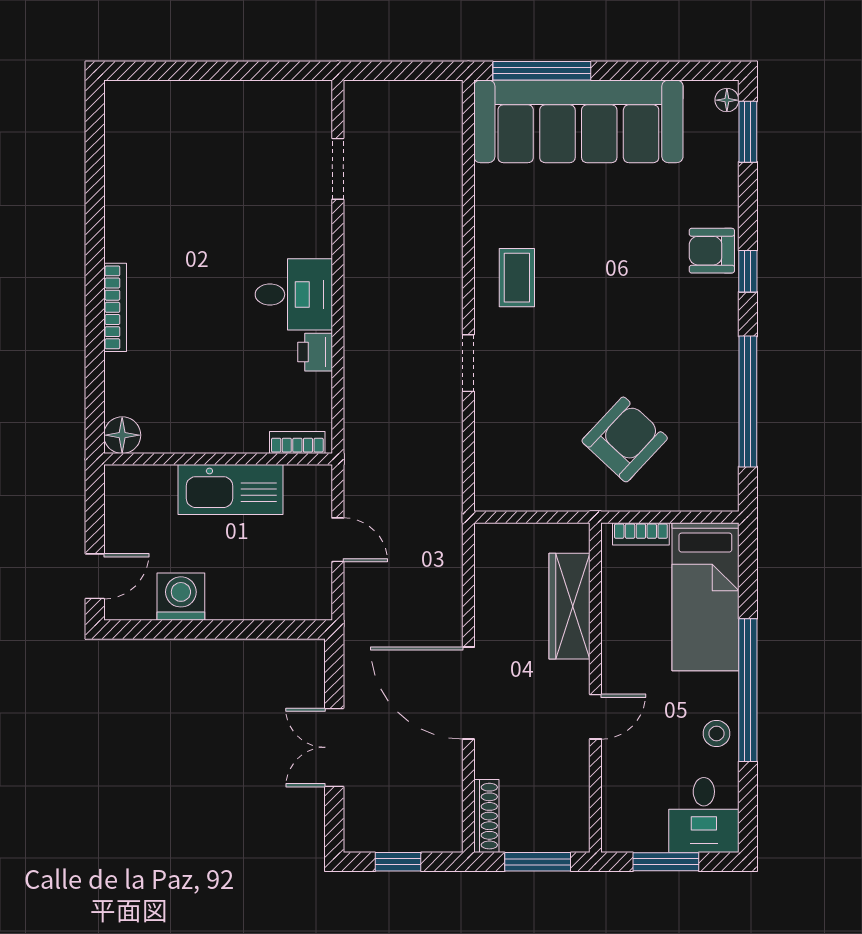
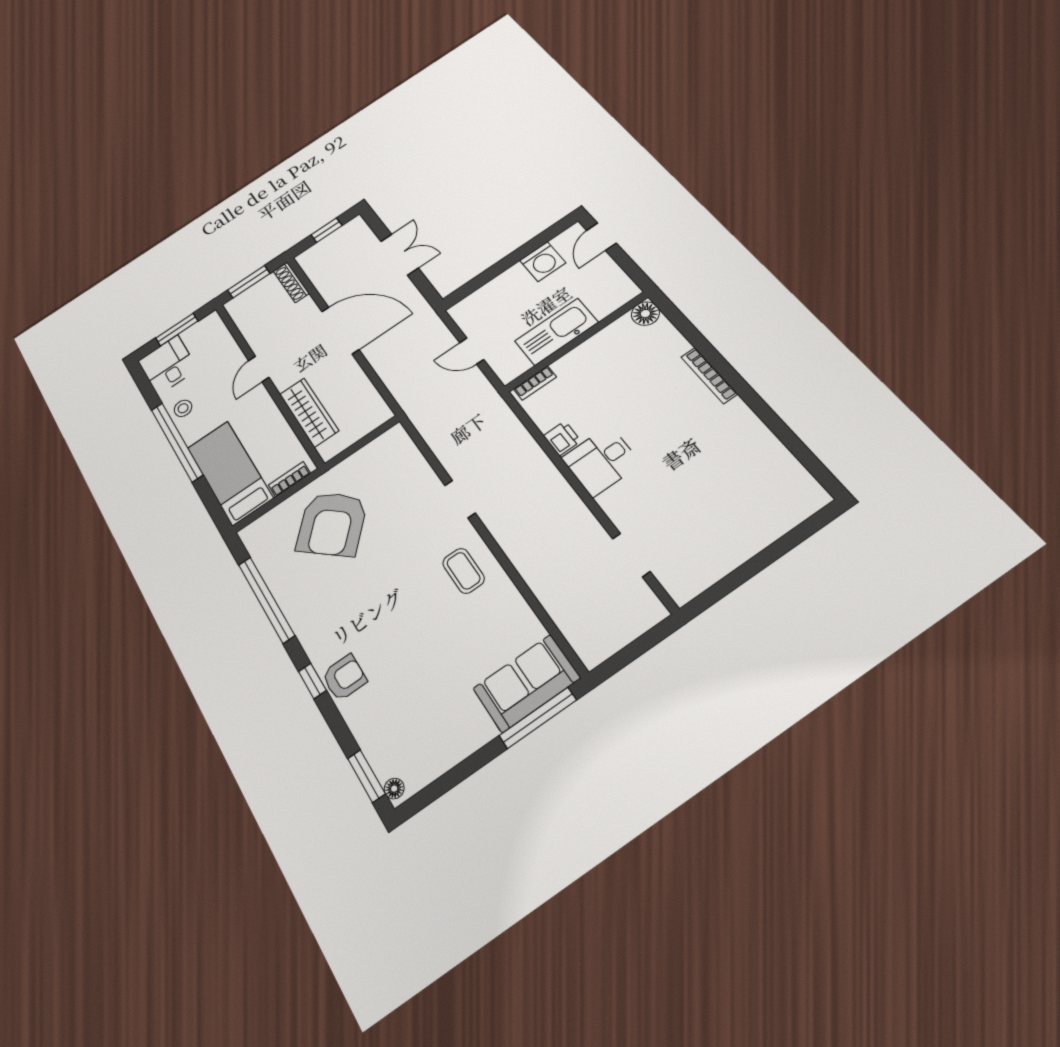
sofa: (578, 121) -> (527, 683), width x0.54, depth x0.79
armchair: (625, 439) -> (332, 524), width x1.36, depth x1.36

